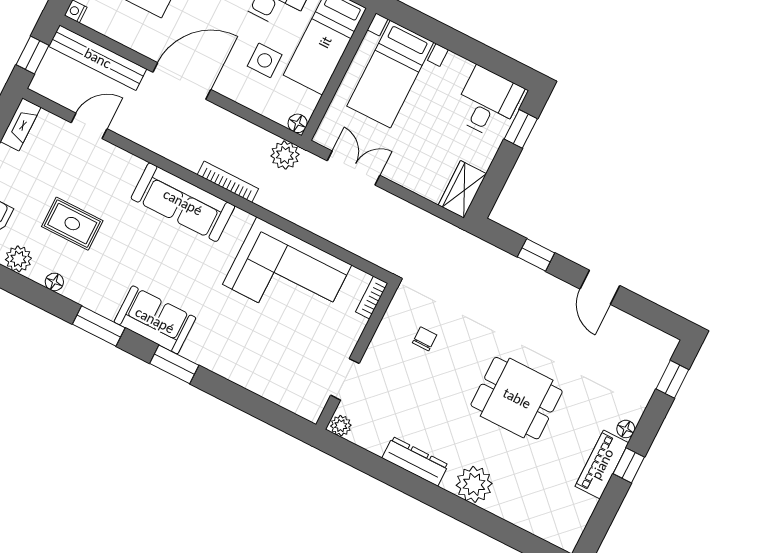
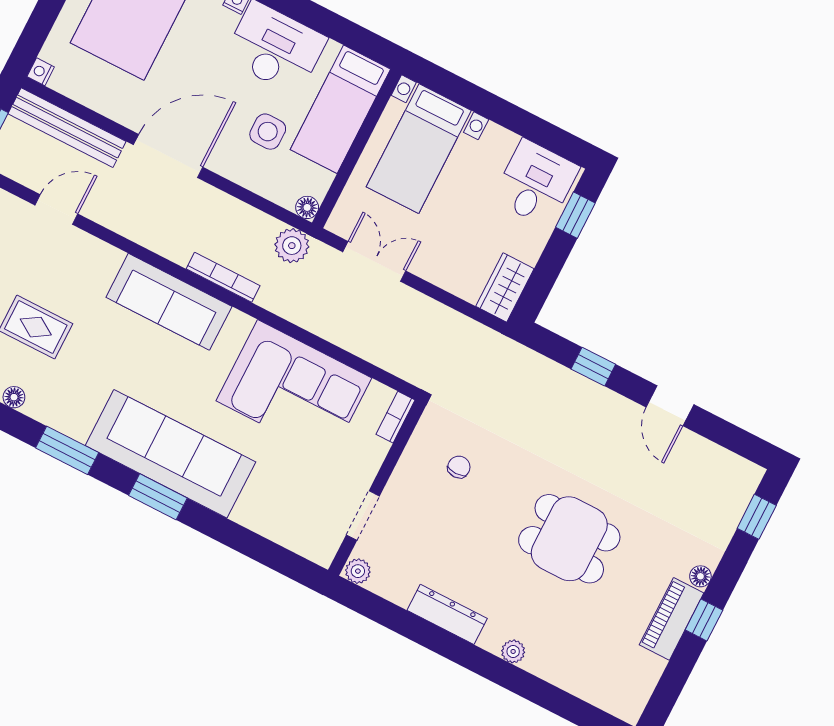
sofa: (155, 320) -> (170, 454), width x1.85, depth x1.27
plant: (474, 484) -> (513, 651), width x0.53, depth x0.53

